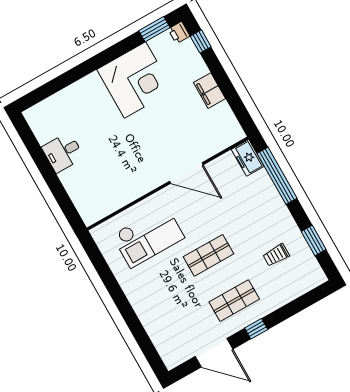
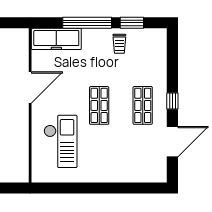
freezer: (248, 158) -> (56, 39), width x1.91, depth x1.26
window: (277, 176) -> (87, 23), moved
trolley: (276, 255) -> (119, 44), moved

